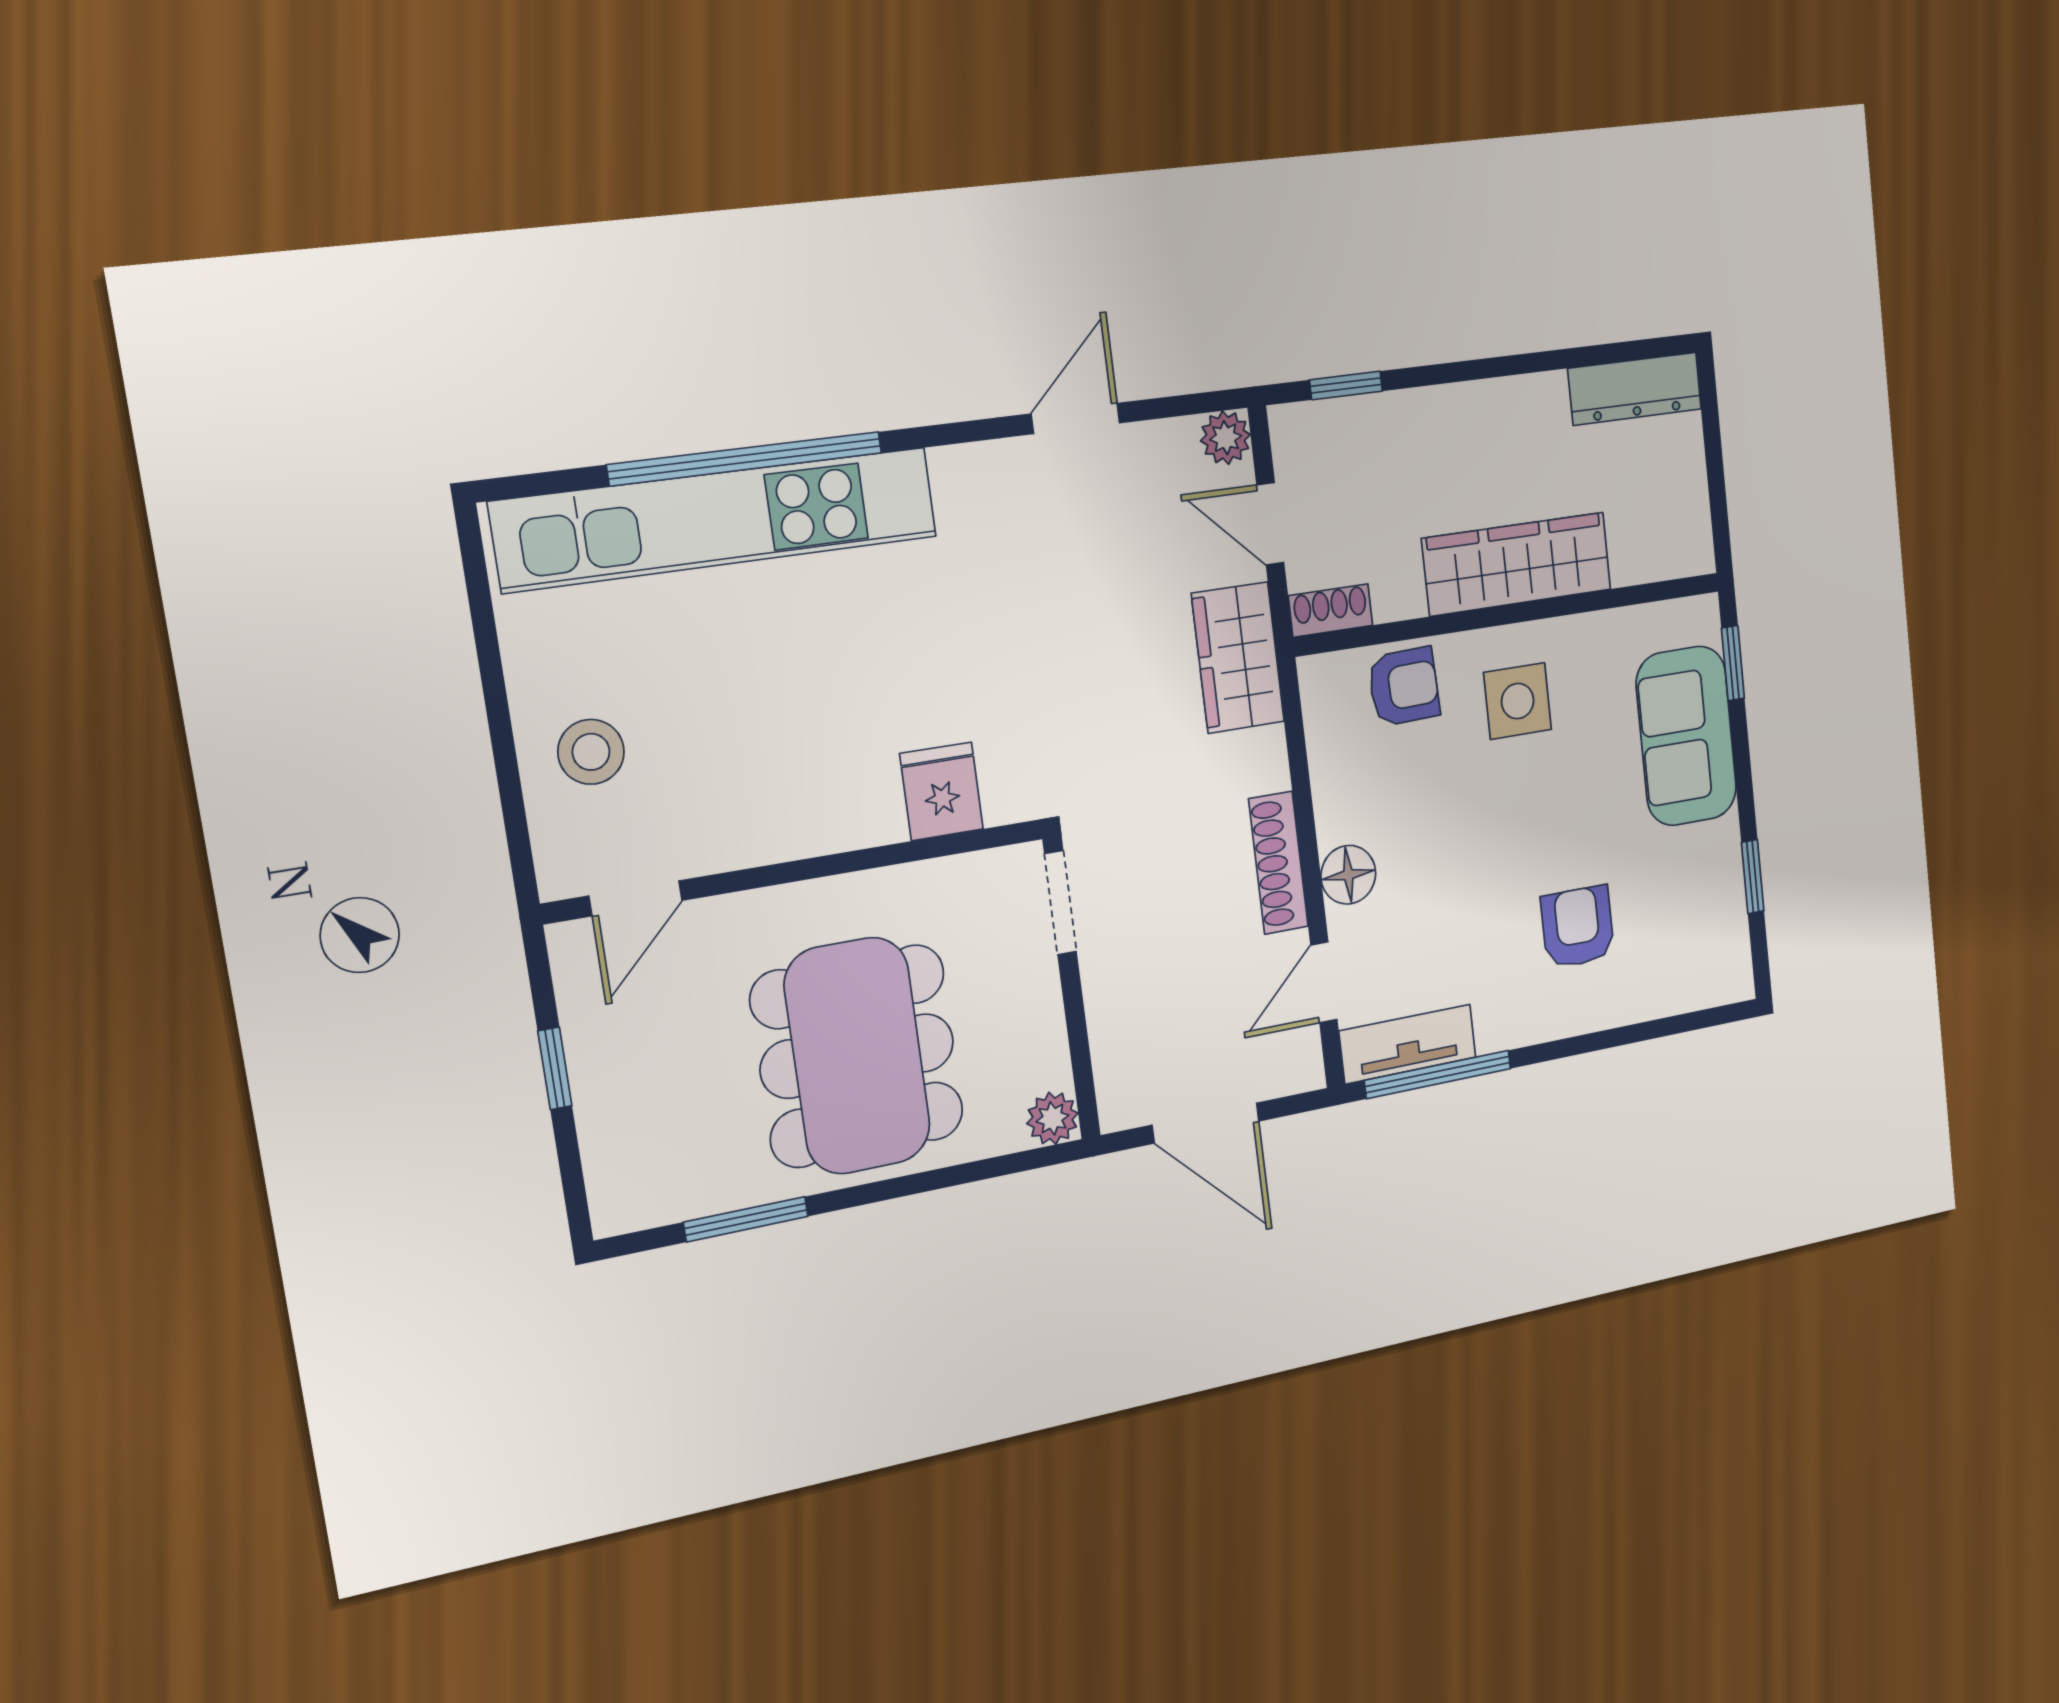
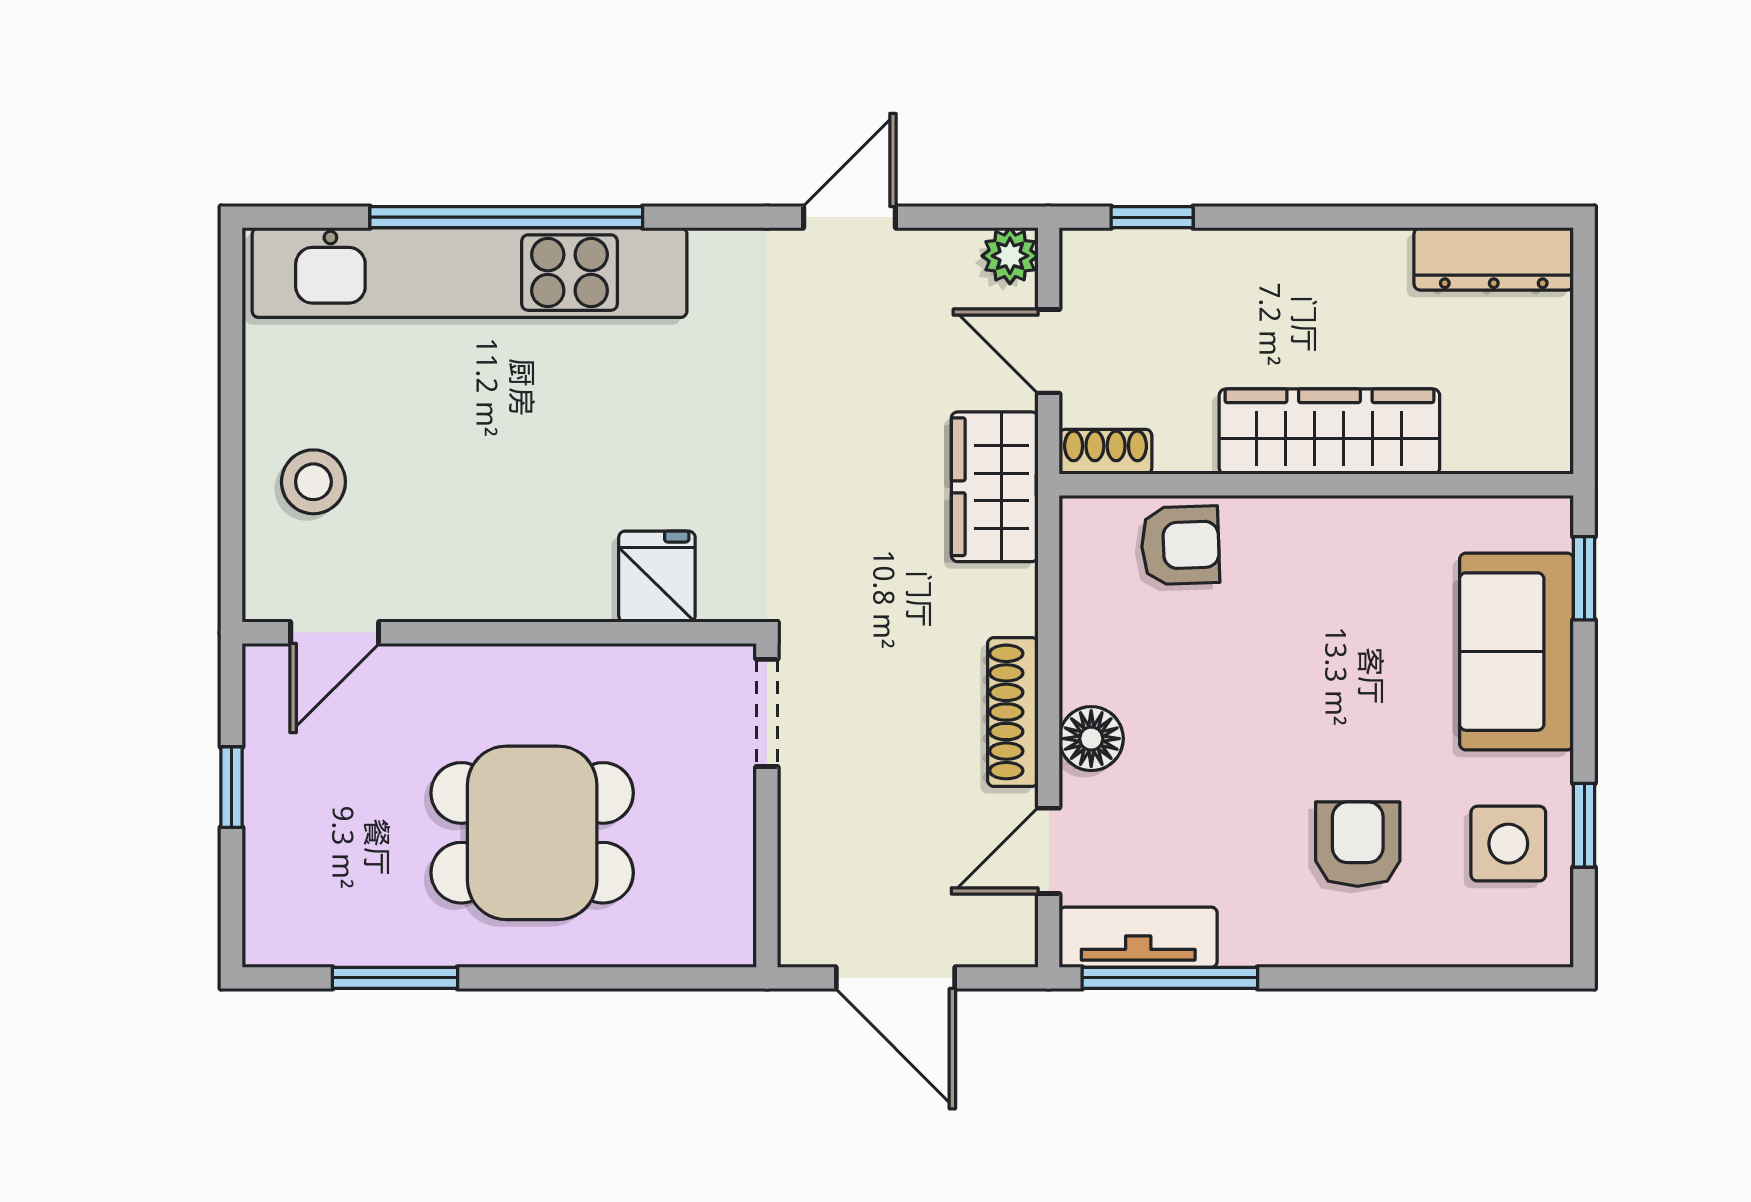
side table: (1518, 701) -> (1508, 844), moved
dining table: (858, 1056) -> (532, 833), width x0.73
plant: (1052, 1118) -> (728, 939), removed

